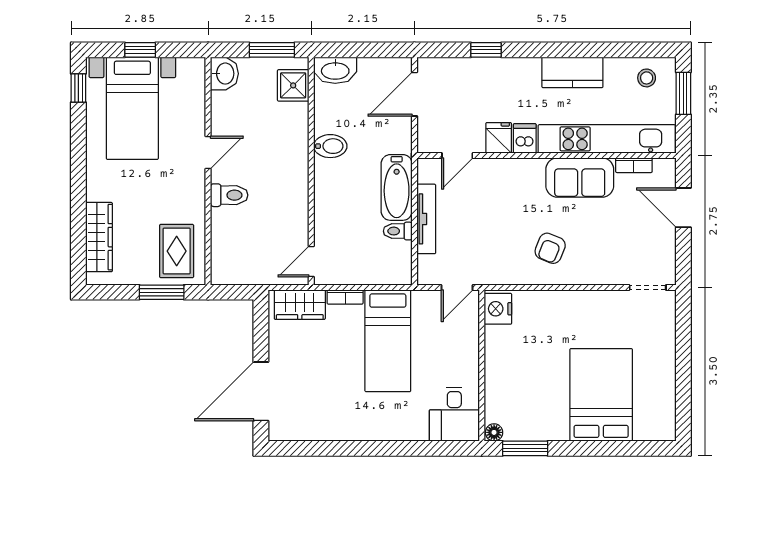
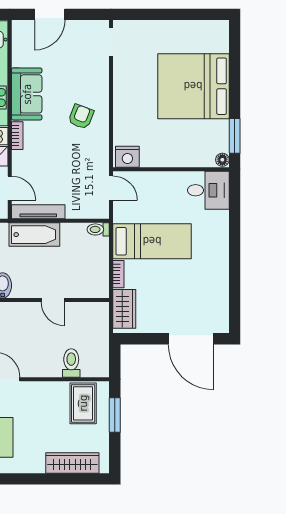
bookcase: (634, 165) -> (17, 136), moved
toilet: (229, 195) -> (71, 363), moved
tv unit: (426, 219) -> (38, 212), moved
toilet: (398, 231) -> (98, 229), moved, turned 90
armchair: (550, 248) -> (81, 117), turned -91
rug: (177, 251) -> (83, 403), turned 90
door: (311, 262) -> (53, 300), moved
bed: (601, 395) -> (193, 86), width x1.36

